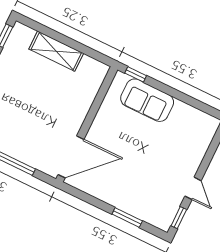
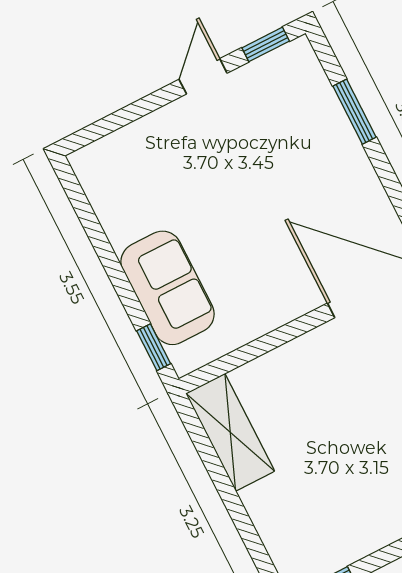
shelving: (56, 51) -> (230, 432), moved

